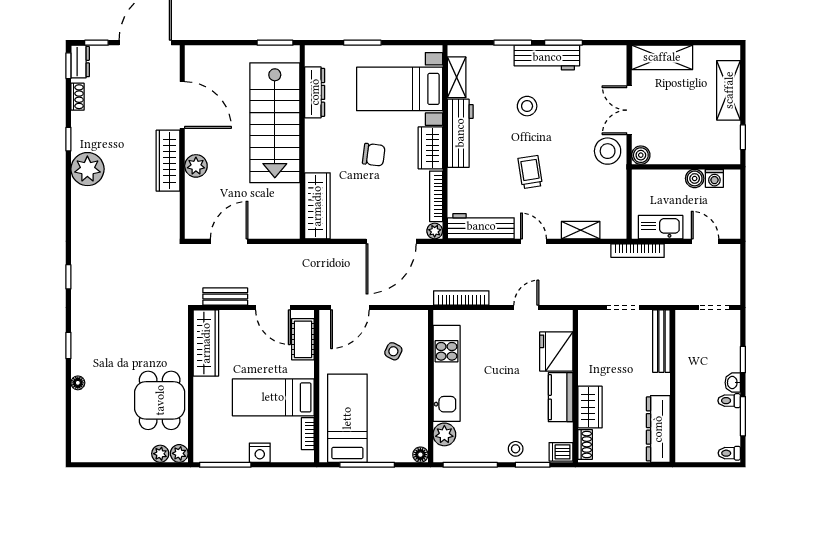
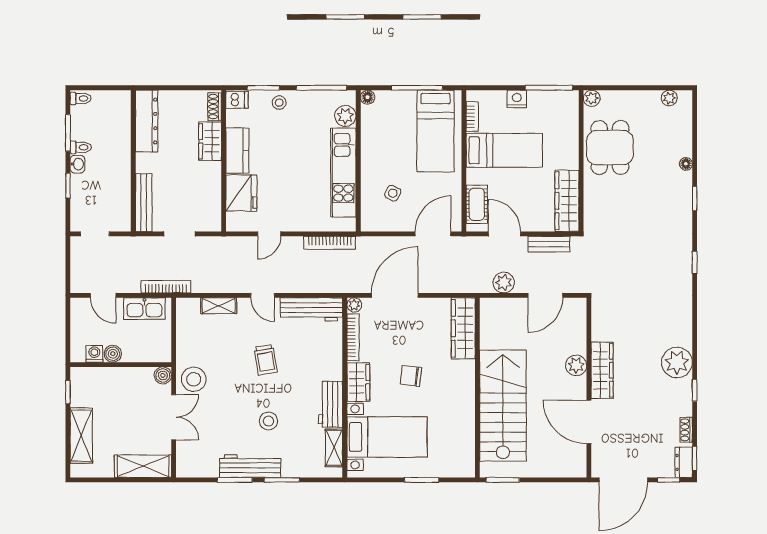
dresser: (315, 92) -> (466, 434), removed
workbench: (460, 133) -> (331, 404), width x0.73
plant: (274, 255) -> (504, 283), added
plant: (160, 454) -> (669, 98), moved

